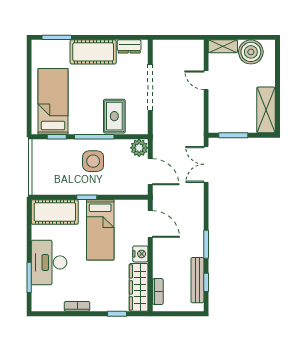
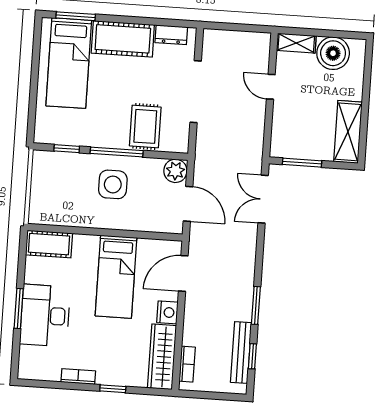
bed: (53, 101) -> (69, 63), moved, turned 180
window: (87, 197) -> (101, 232), removed
cot: (55, 212) -> (49, 244), width x0.73, depth x0.75
door: (150, 224) -> (183, 273), swing flipped
window: (29, 277) -> (19, 309), moved
window: (117, 314) -> (113, 389), moved

